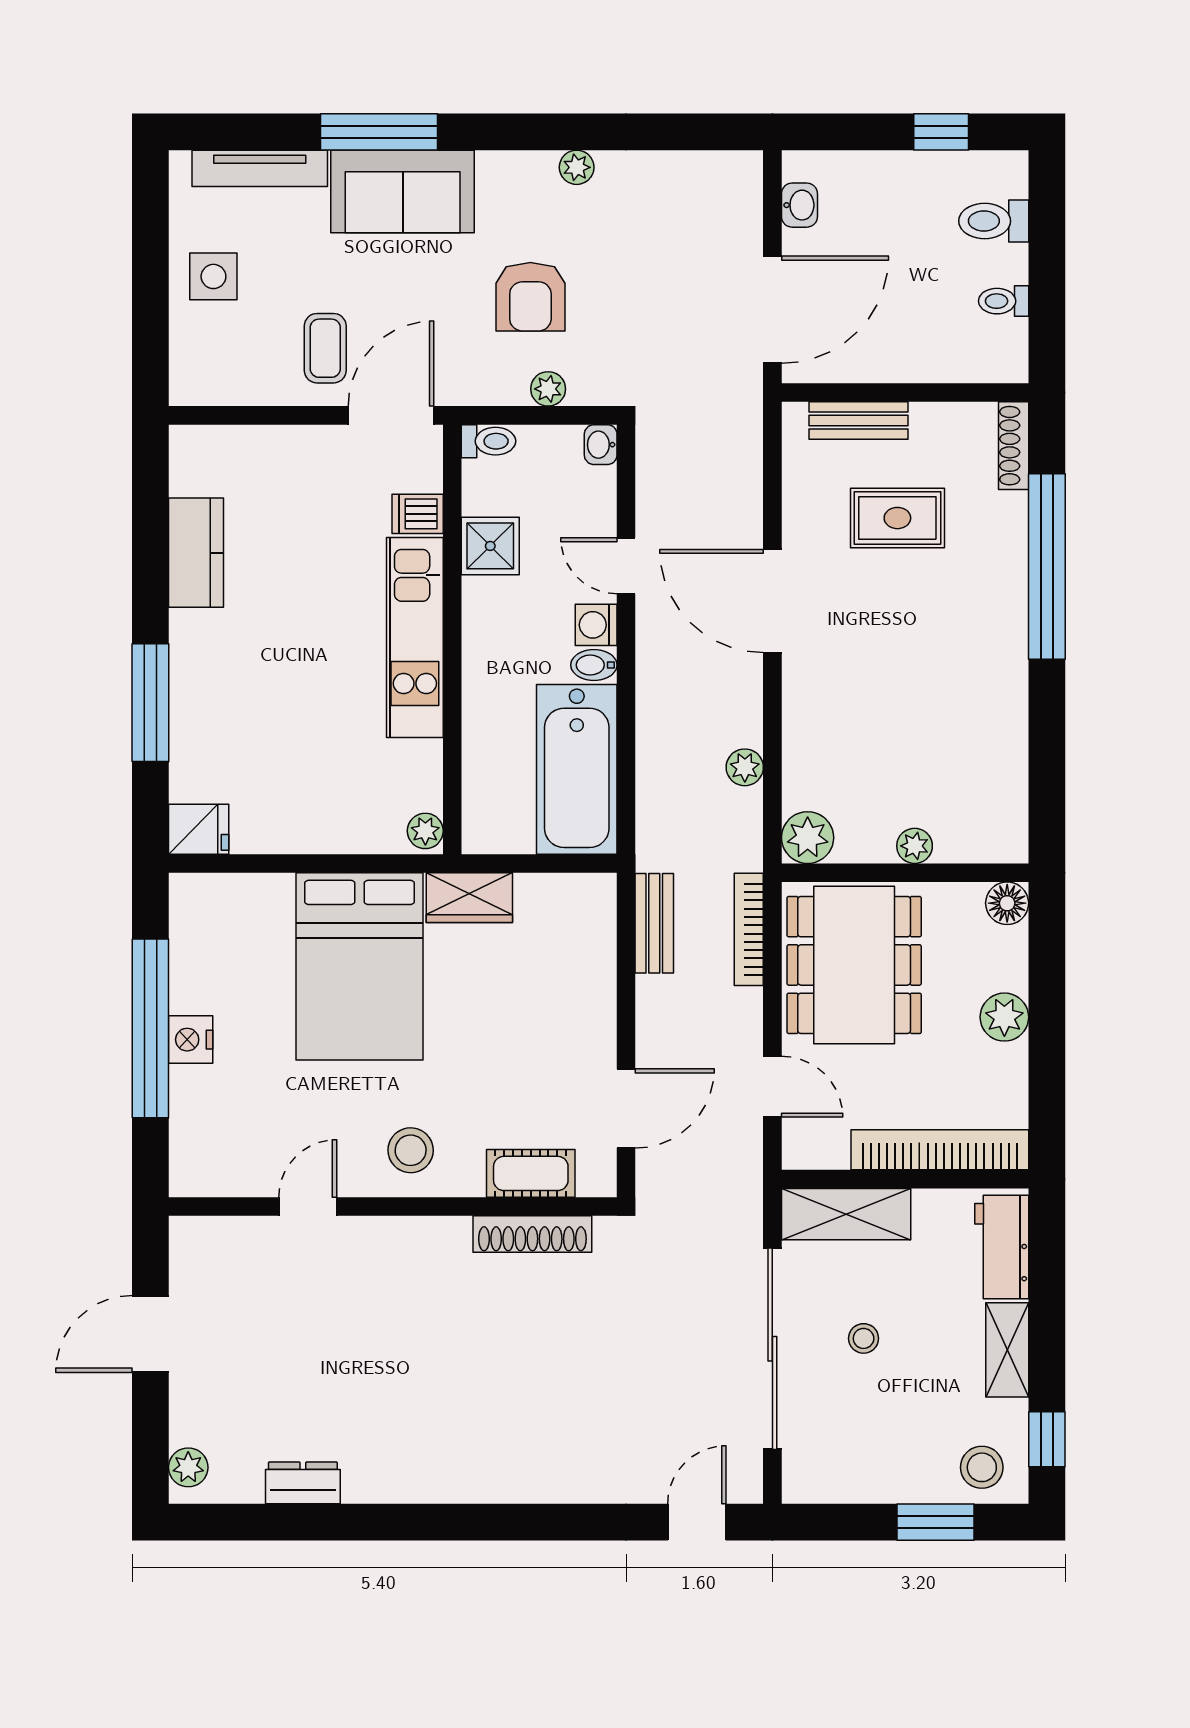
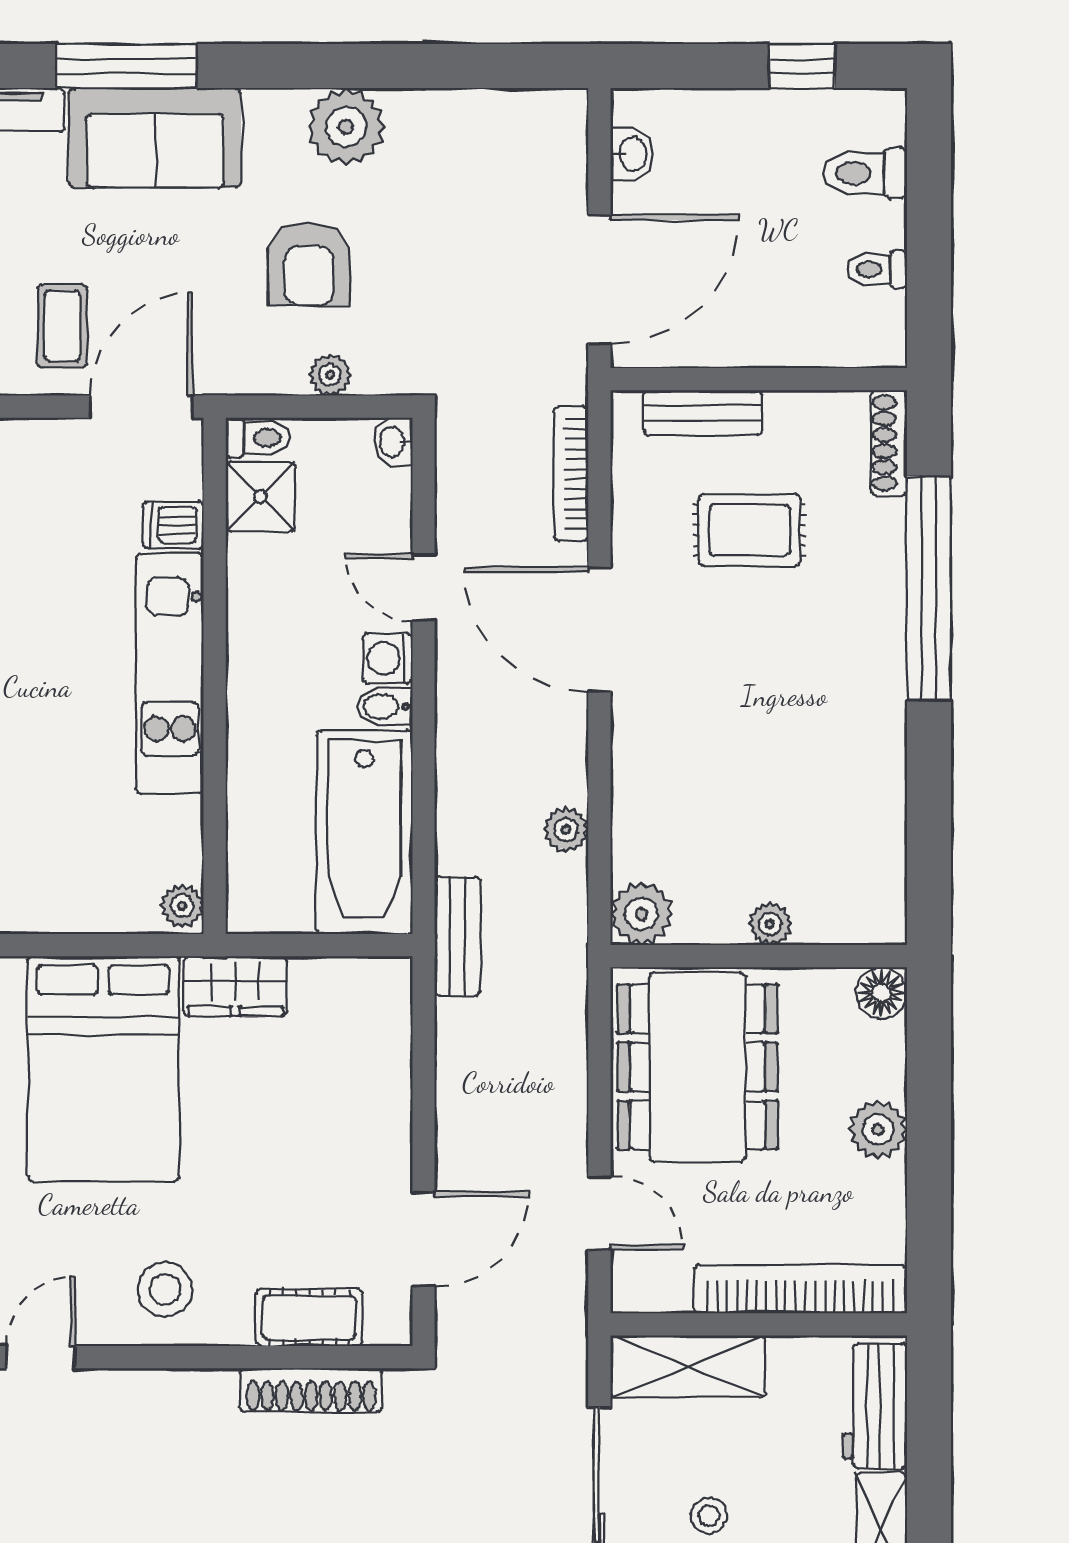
plant: (577, 167) -> (346, 127), width x1.88, depth x1.88
shower: (490, 546) -> (260, 497), moved
bench: (654, 923) -> (457, 936), moved
bookcase: (749, 929) -> (571, 474), moved

